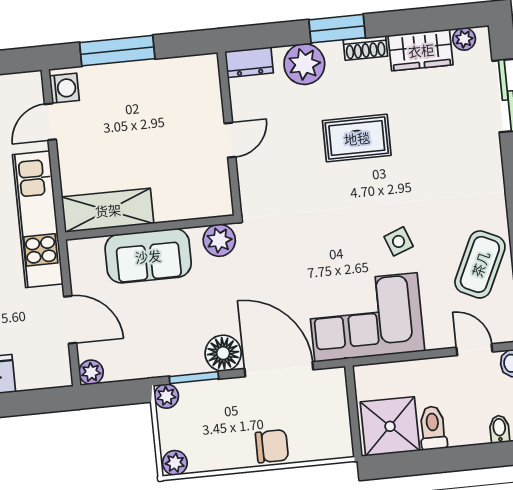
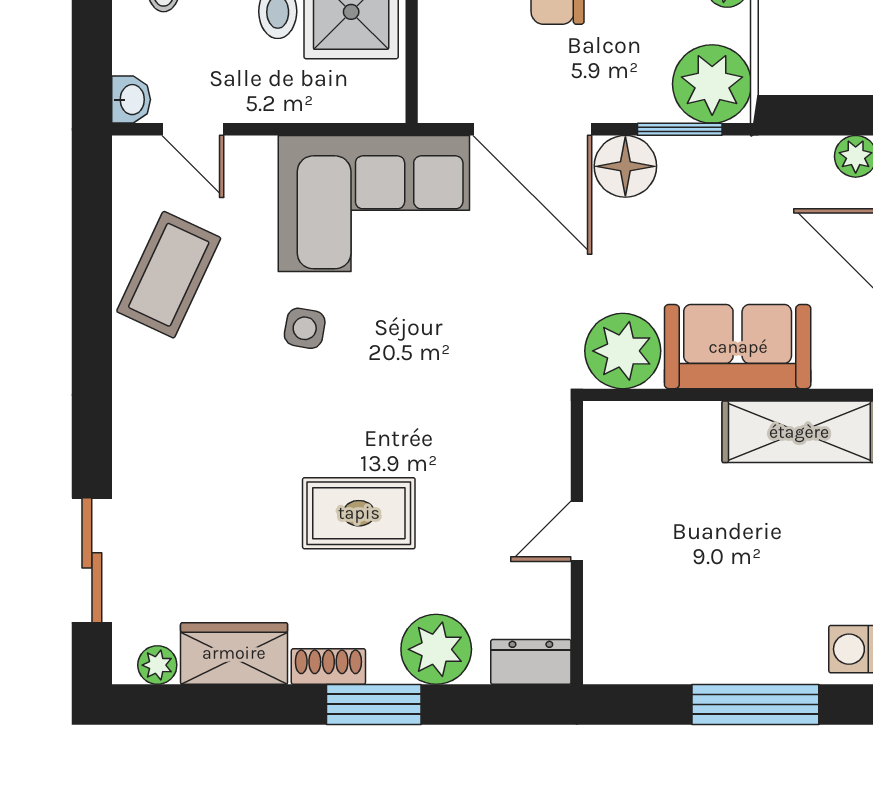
plant: (219, 240) -> (623, 351), width x1.36, depth x1.36
side table: (399, 241) -> (305, 328), turned 31
plant: (166, 396) -> (712, 84), width x1.87, depth x1.87

